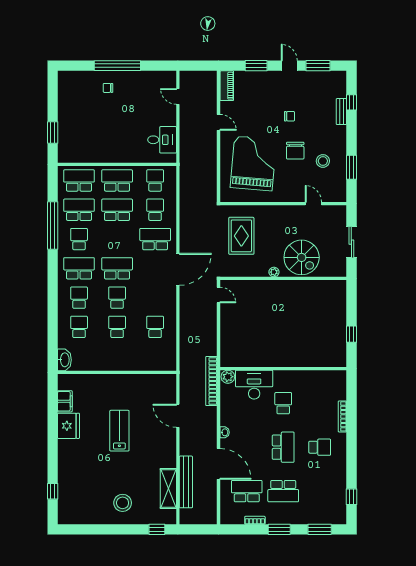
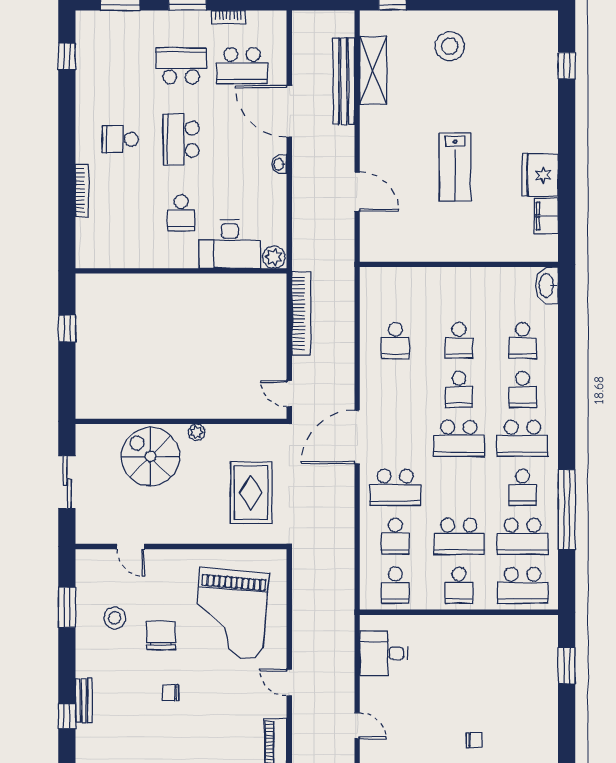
school desk: (117, 180) -> (459, 585), width x0.54
bookcase: (211, 381) -> (301, 313), moved

